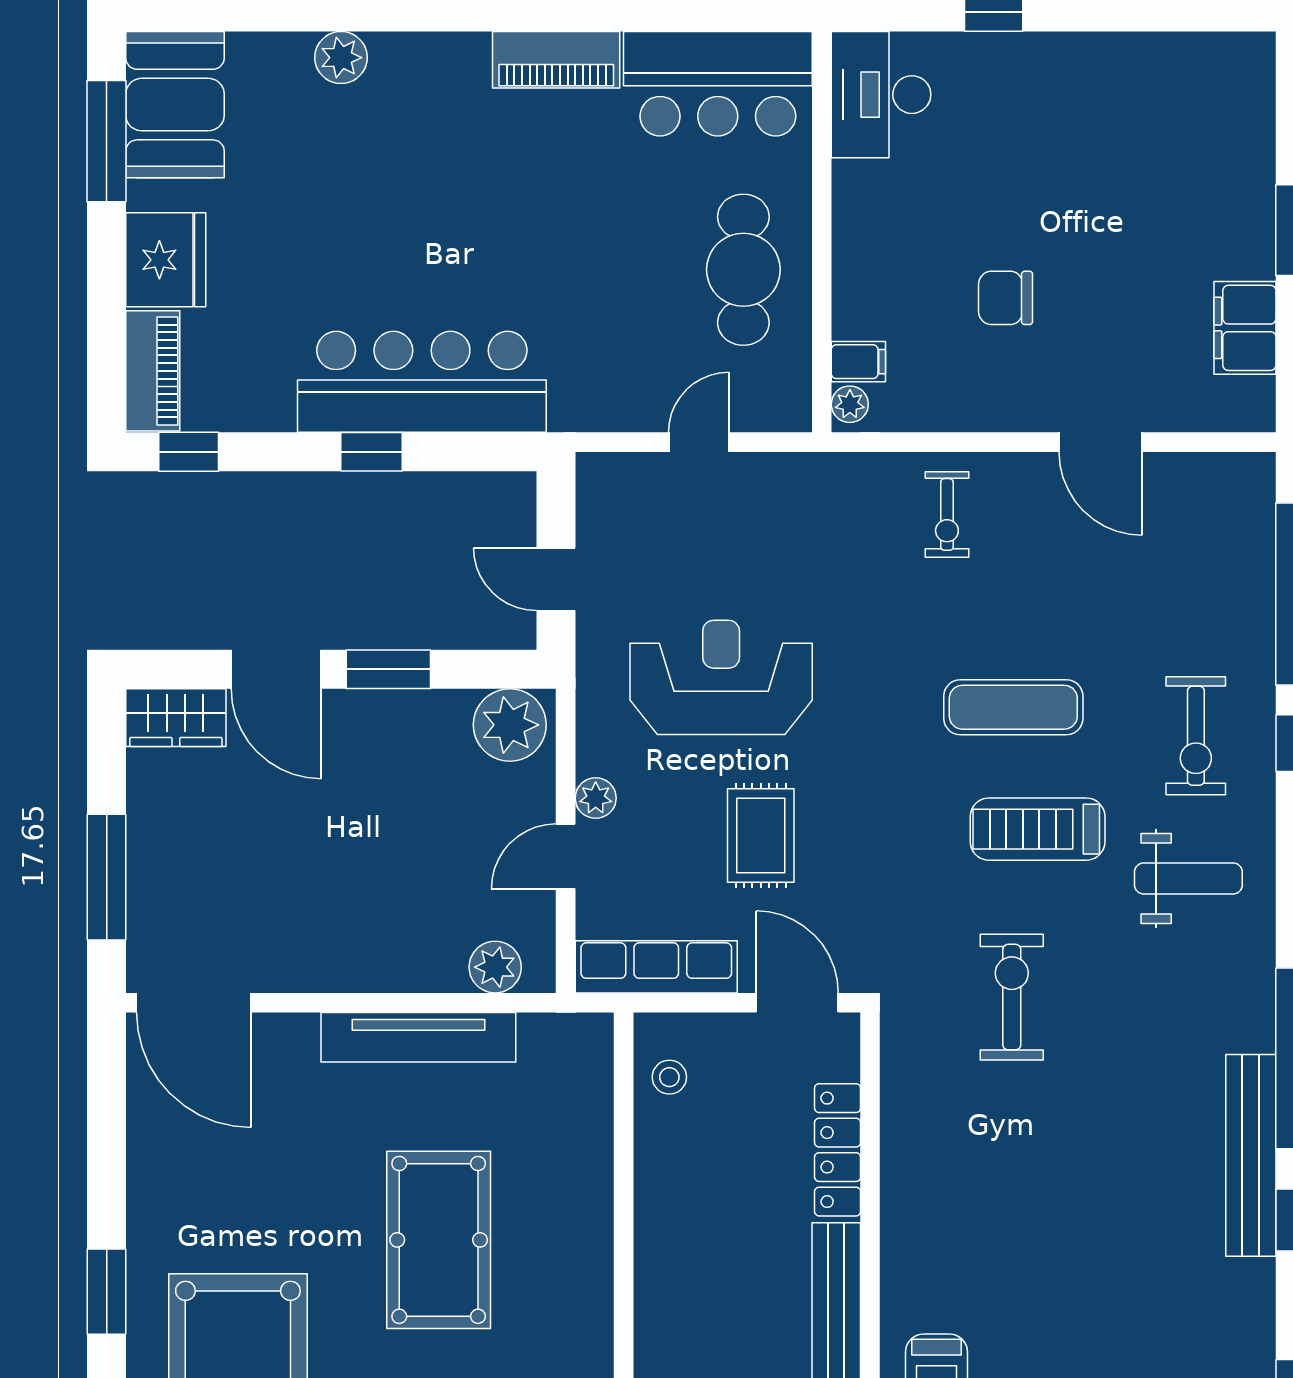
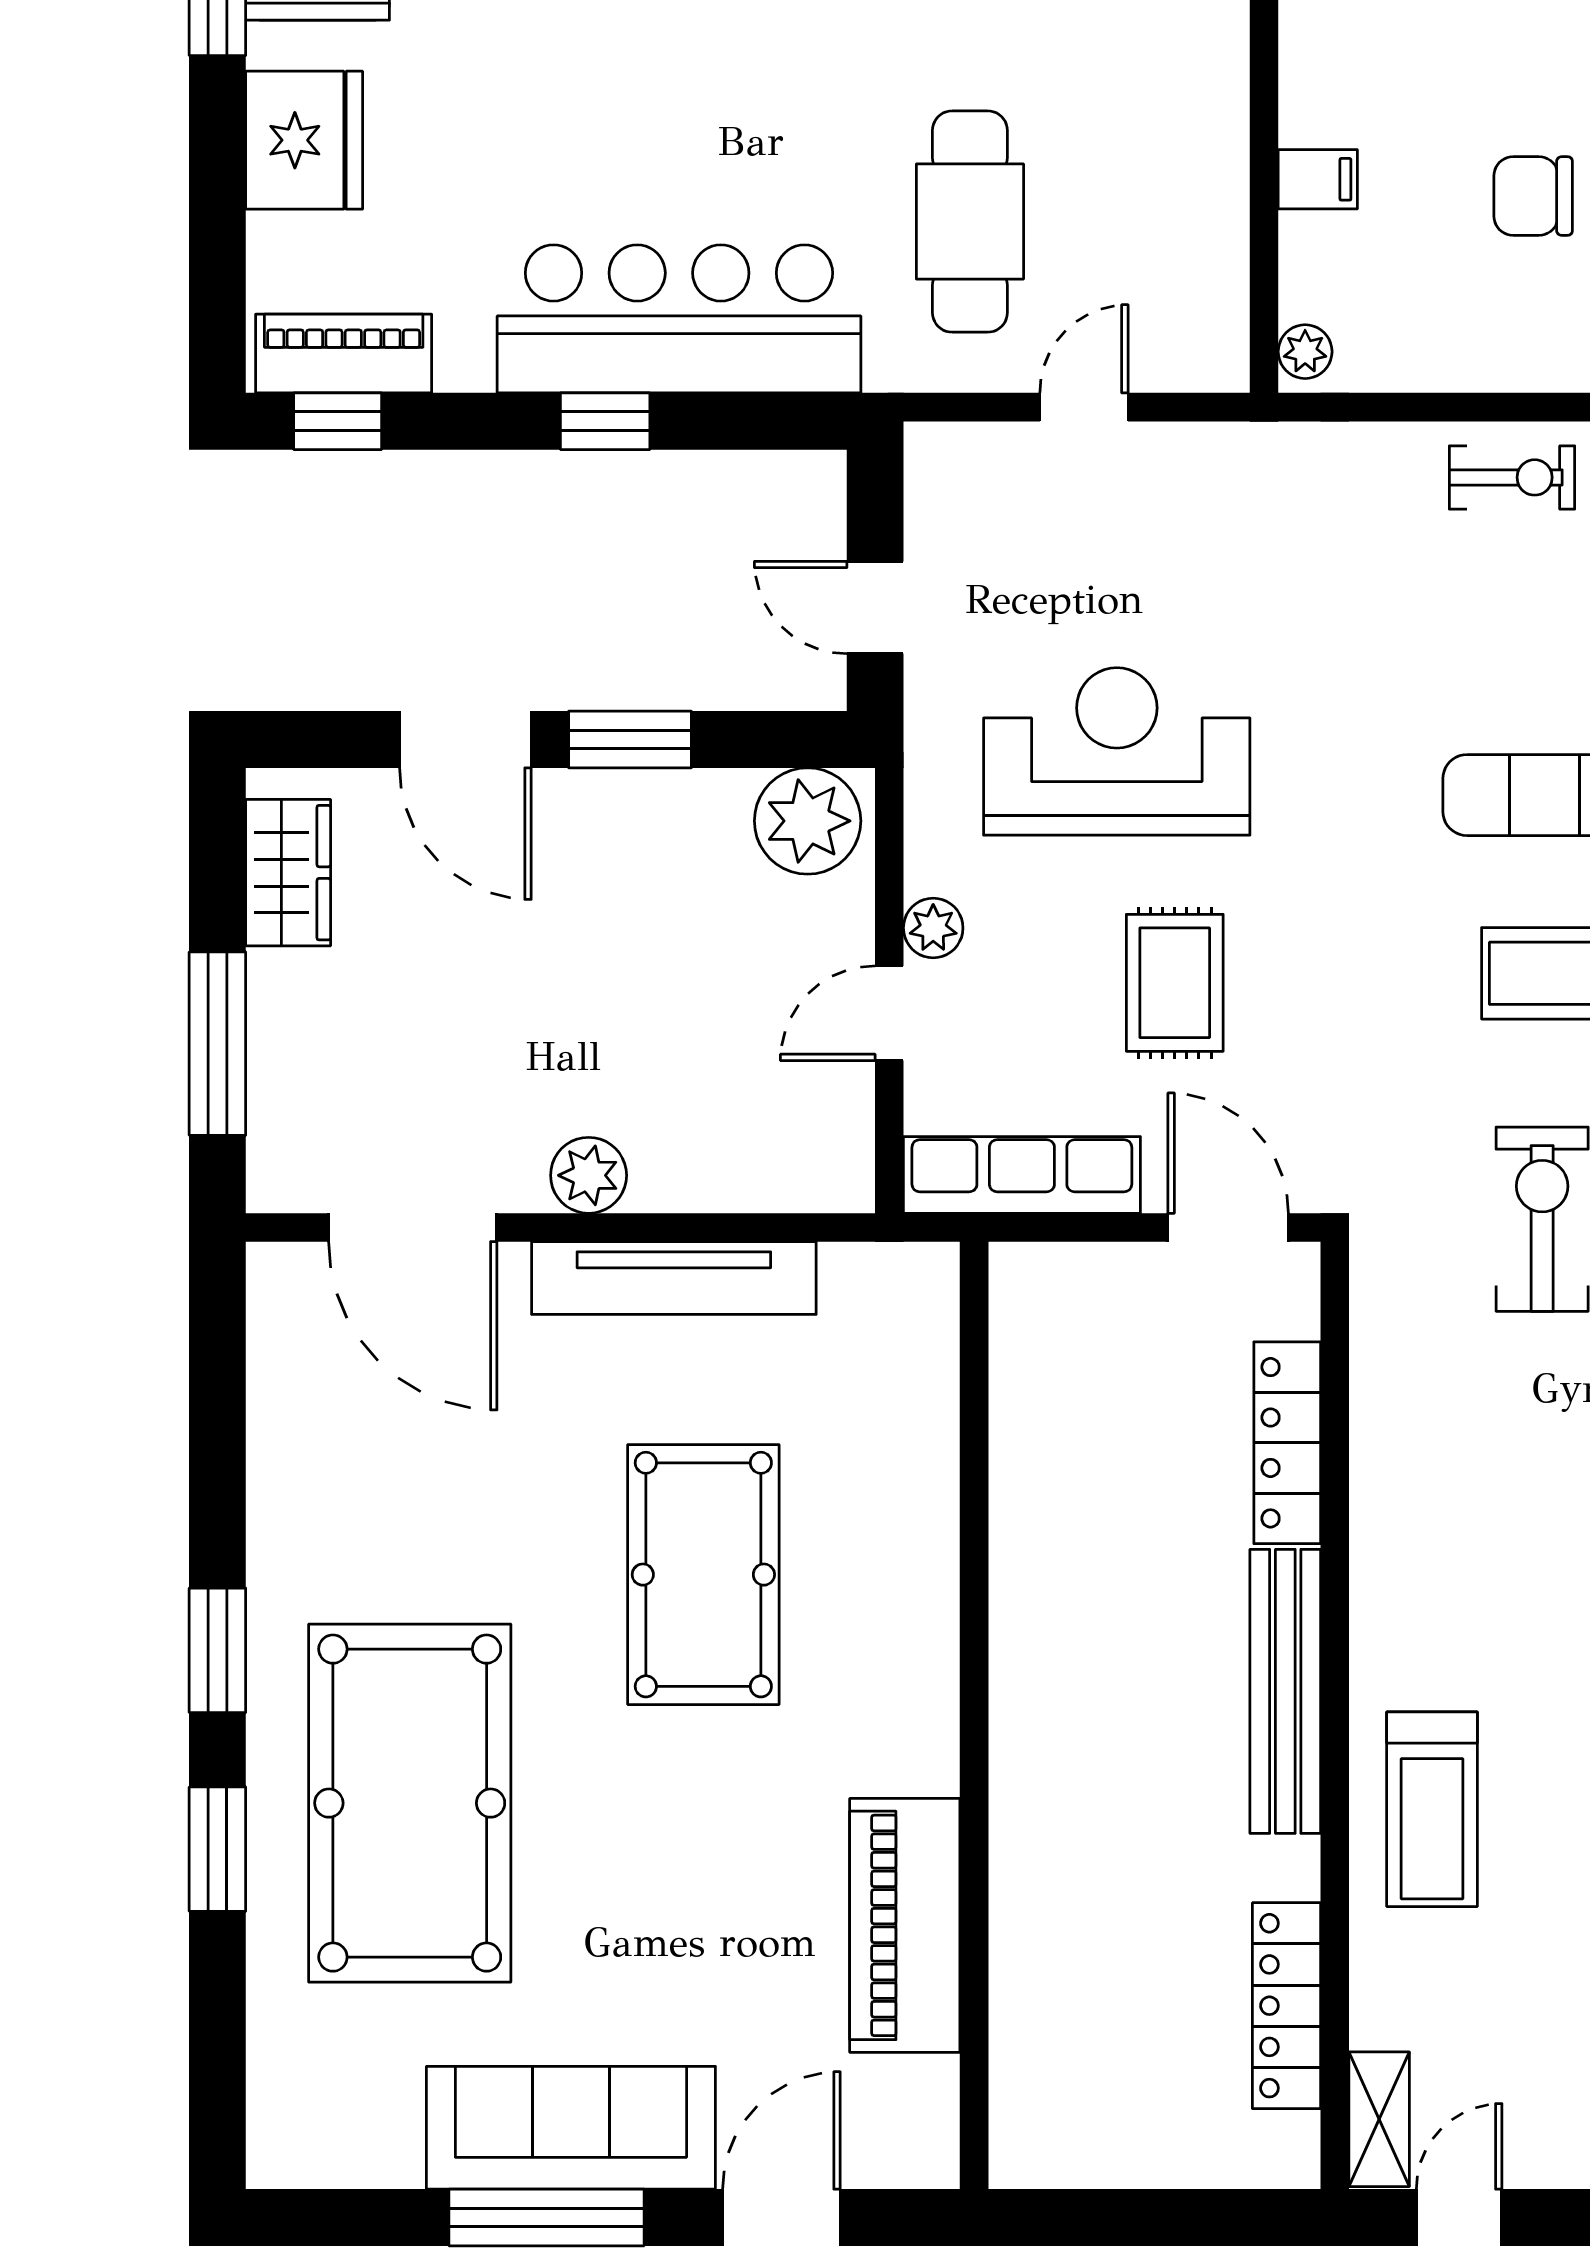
cafe table: (743, 270) -> (970, 222), moved
filing cabinet: (858, 362) -> (1318, 179), moved
piano: (153, 371) -> (344, 354), moved, turned -90
exercise bike: (947, 514) -> (1512, 477), moved, turned -90
wardrobe: (176, 718) -> (288, 873), moved, turned -90
plant: (495, 967) -> (589, 1175), moved
door: (194, 1003) -> (413, 1227), moved
stool: (669, 1077) -> (1041, 1336), removed

